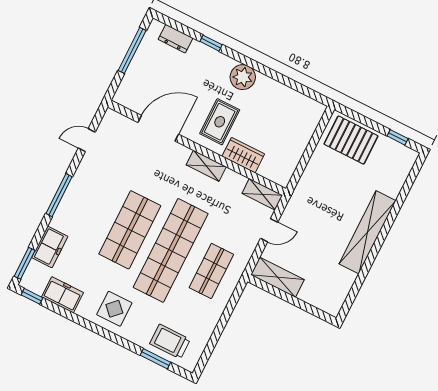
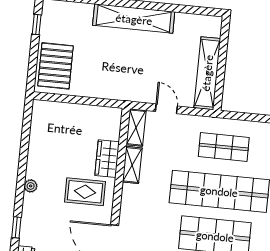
plant: (243, 77) -> (31, 186), width x0.53, depth x0.53
shelving: (206, 166) -> (132, 165), moved
shelving: (277, 277) -> (207, 73), width x1.47

